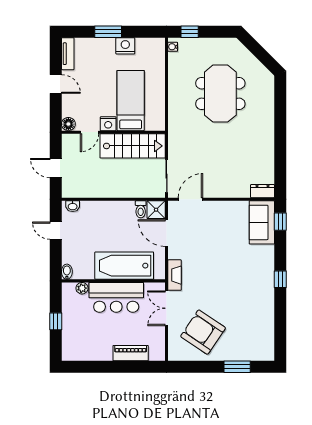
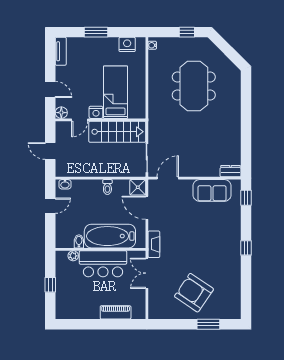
window: (190, 32) -> (187, 32), moved
nightstand: (125, 46) -> (127, 44), moved
door: (56, 84) -> (50, 89), moved
toilet: (141, 209) -> (107, 187), moved
sofa: (262, 222) -> (212, 190), moved, turned -90
door: (56, 231) -> (50, 206), swing flipped
bidet: (67, 272) -> (79, 241), moved
armchair: (203, 332) -> (194, 293), moved

